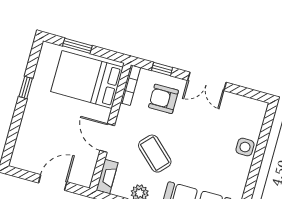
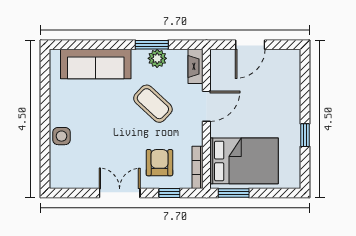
window: (77, 46) -> (234, 193), moved
armchair: (163, 99) -> (159, 163), turned -90
door: (107, 138) -> (206, 106), hinge flipped

